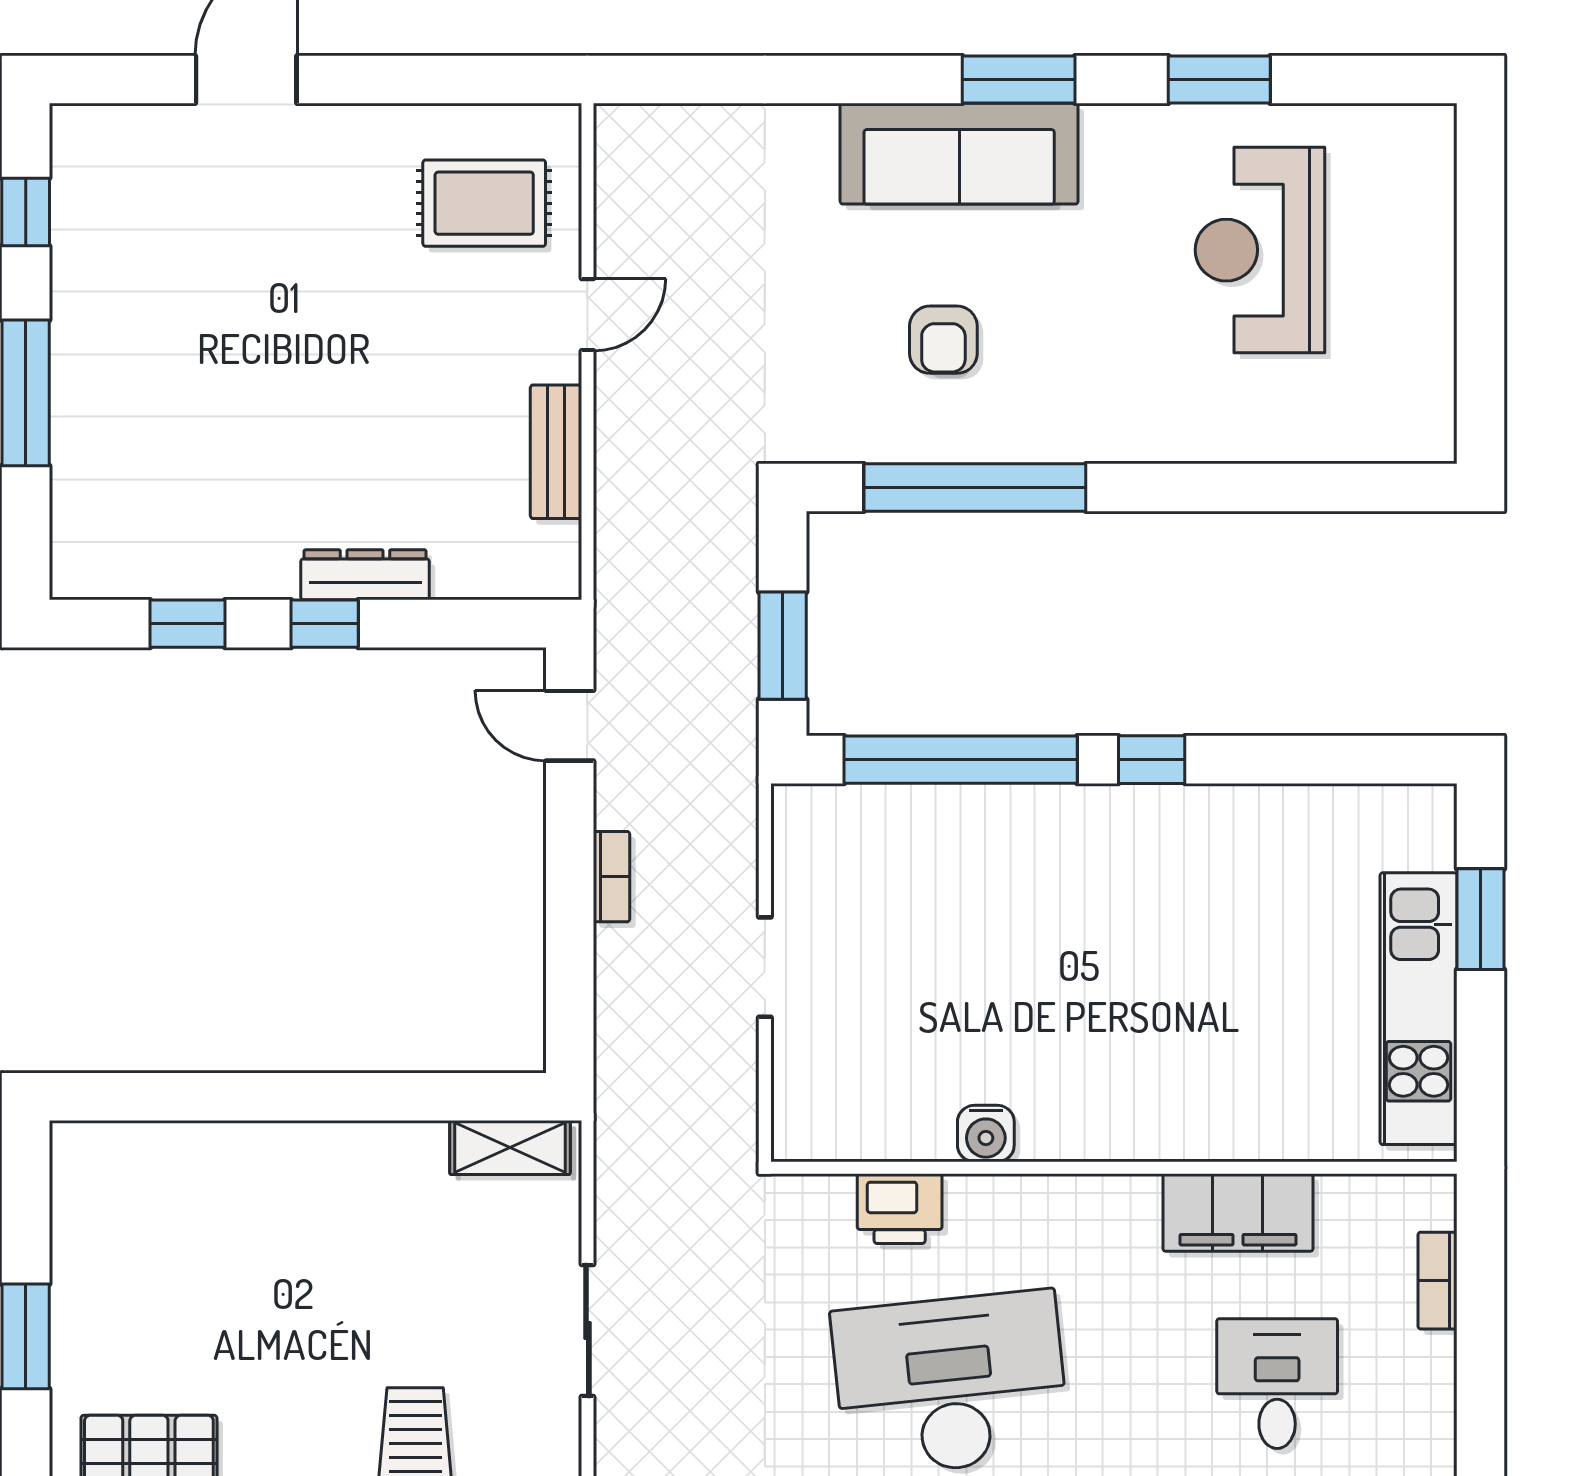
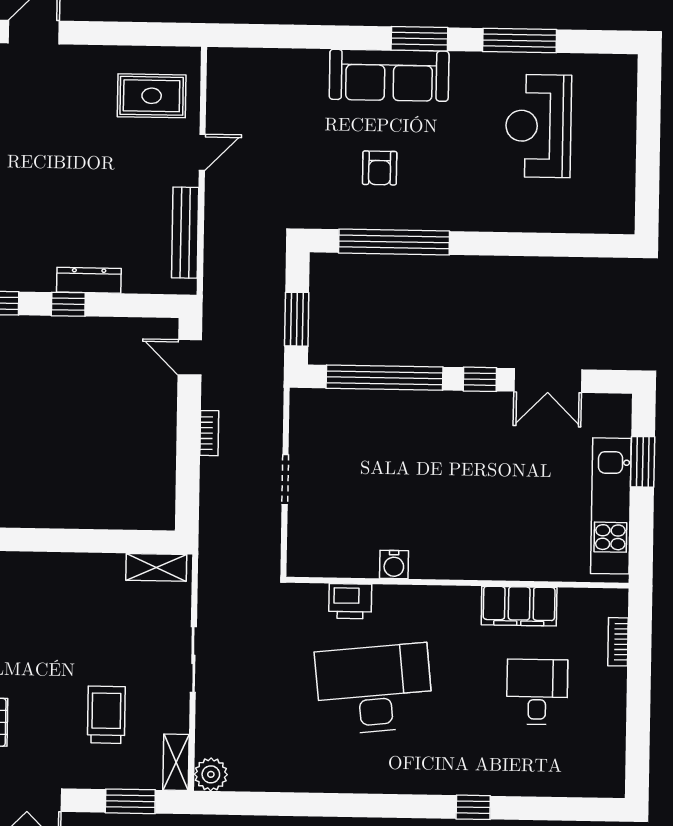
window: (1219, 80) -> (520, 40), width x1.44
bench: (556, 452) -> (185, 233), width x1.36
double door: (1288, 760) -> (548, 381), added

